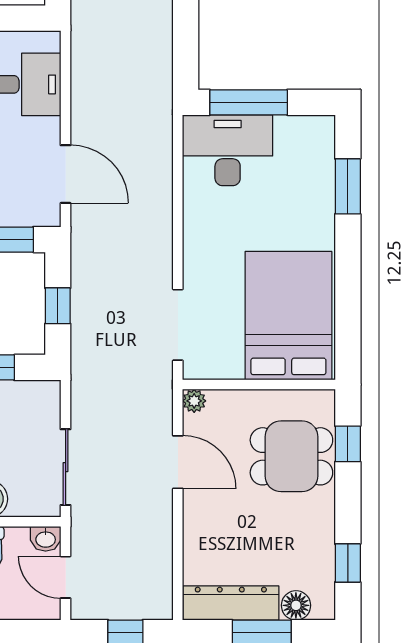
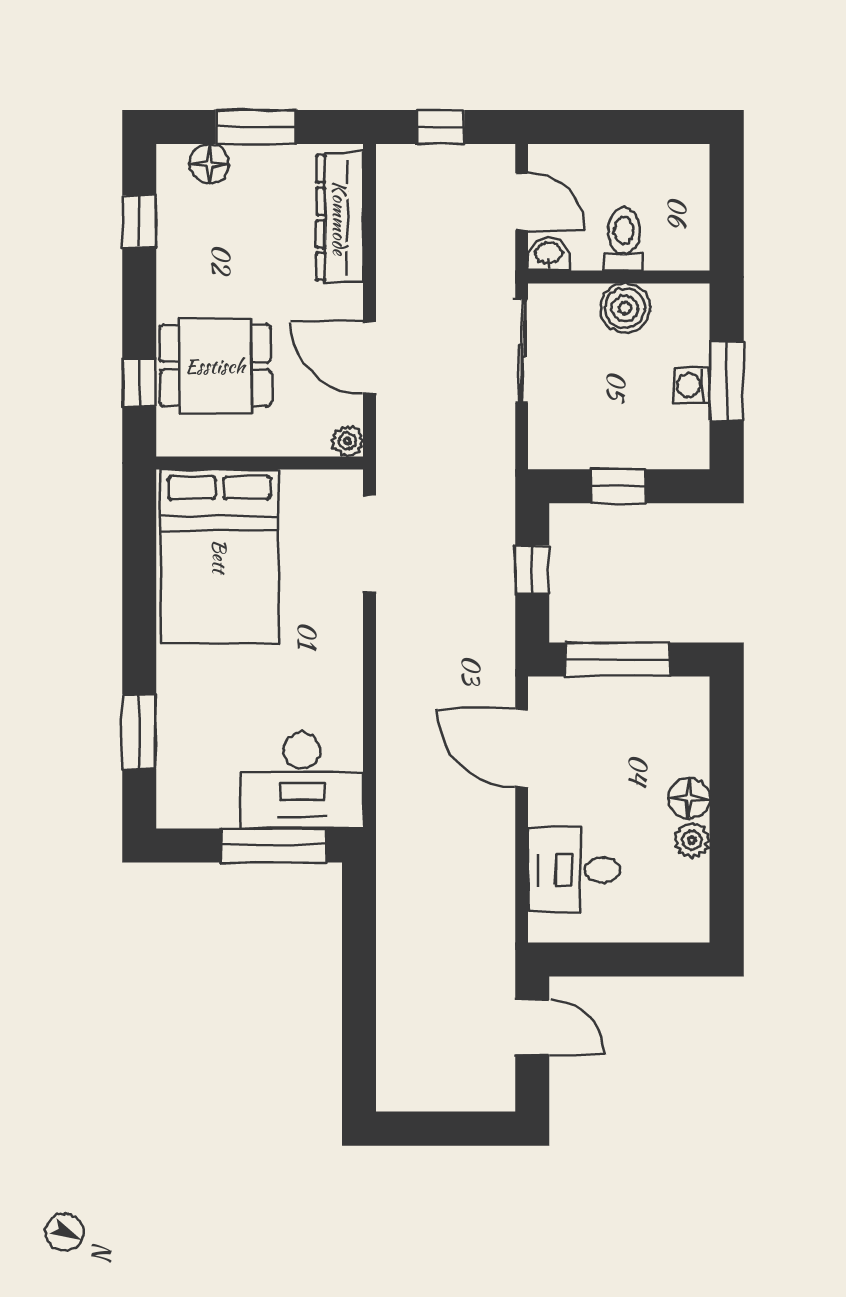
dresser: (231, 603) -> (340, 218), moved, turned 90

